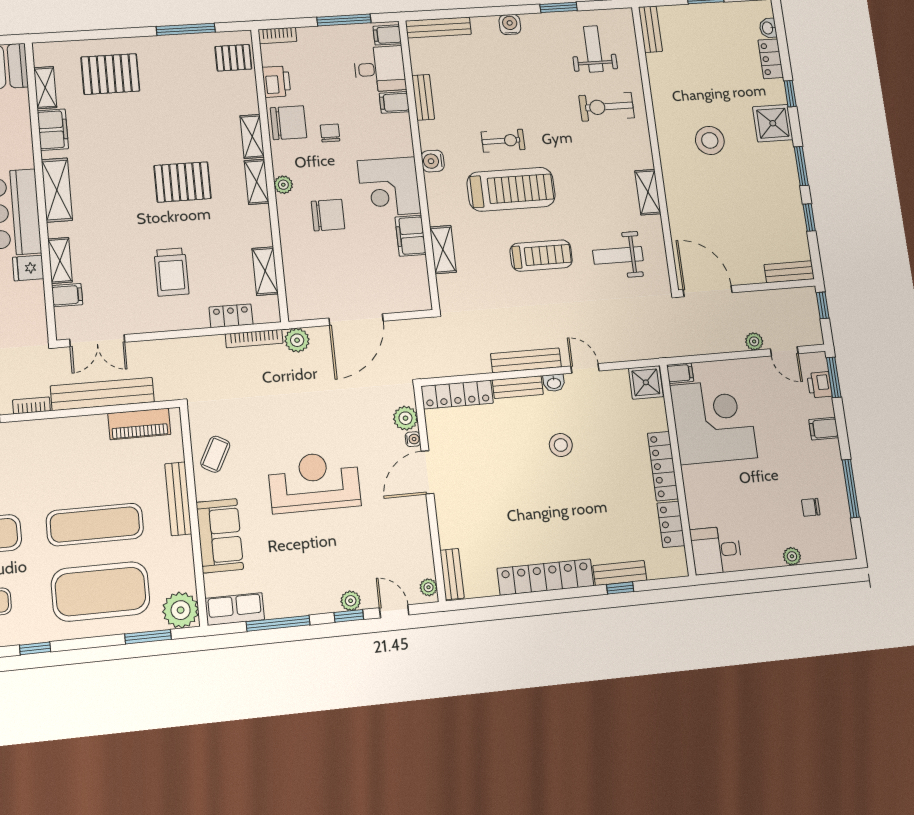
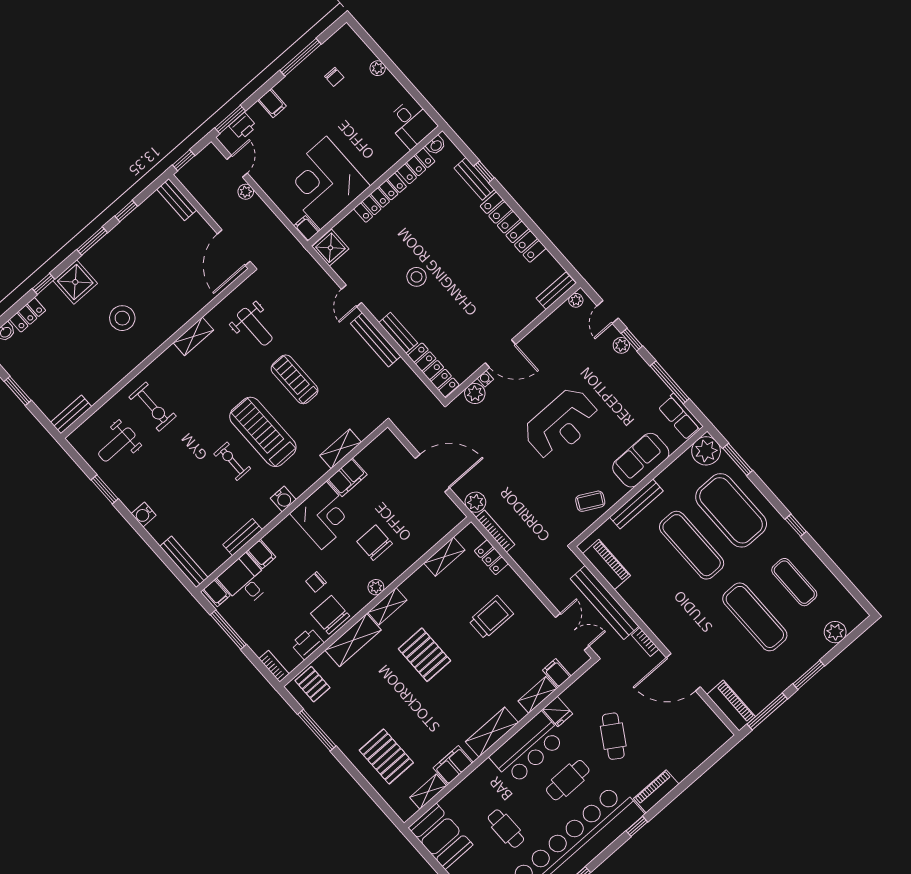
shelving: (252, 136) -> (353, 640), width x1.50, depth x1.33
washbasin: (554, 383) -> (436, 145), moved, turned 90
reception desk: (314, 482) -> (561, 424), turned -90

